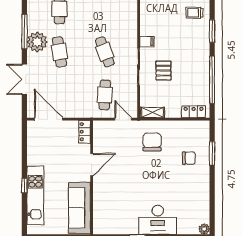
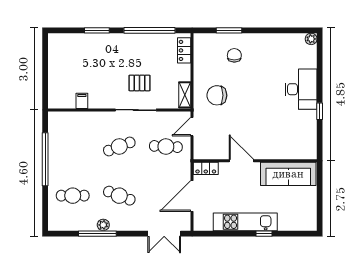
trolley: (194, 13) -> (77, 49), removed
plant: (37, 42) -> (103, 225), width x0.53, depth x0.53
filing cabinet: (147, 42) -> (82, 101), moved
cafe table: (59, 52) -> (119, 196), turned 30
double door: (24, 79) -> (164, 234), moved
door: (49, 119) -> (192, 196), moved
kitchen unit: (35, 195) -> (245, 222), moved

